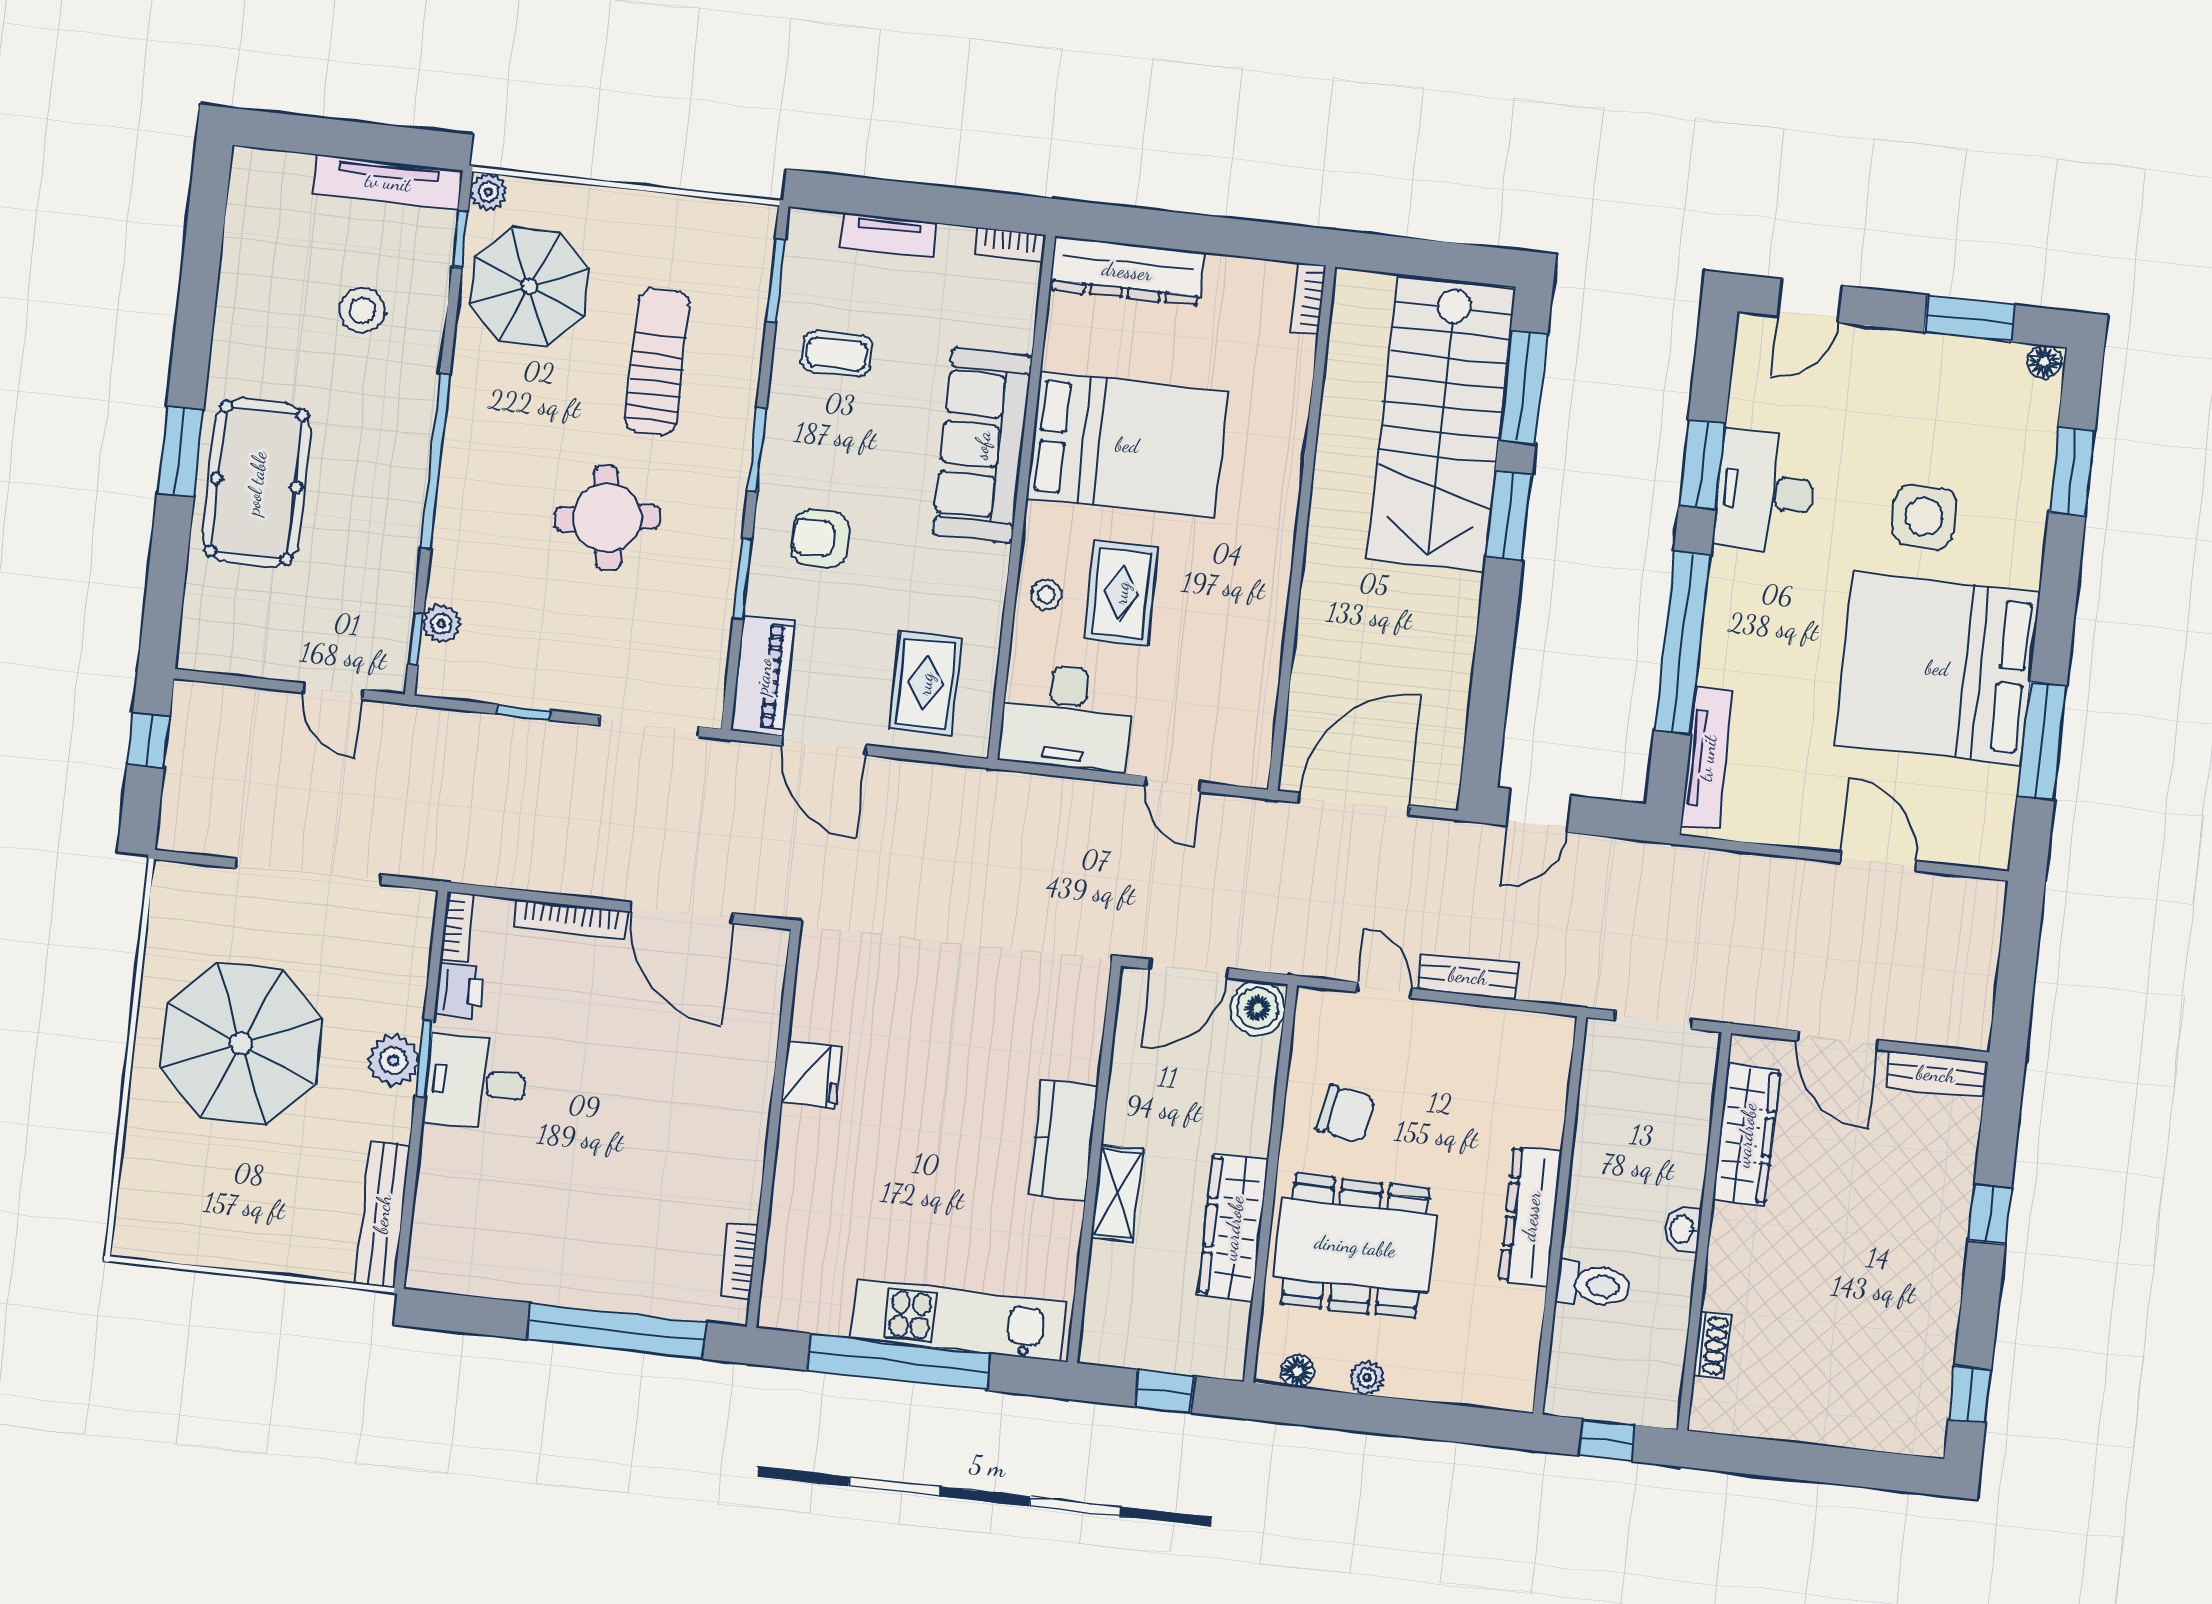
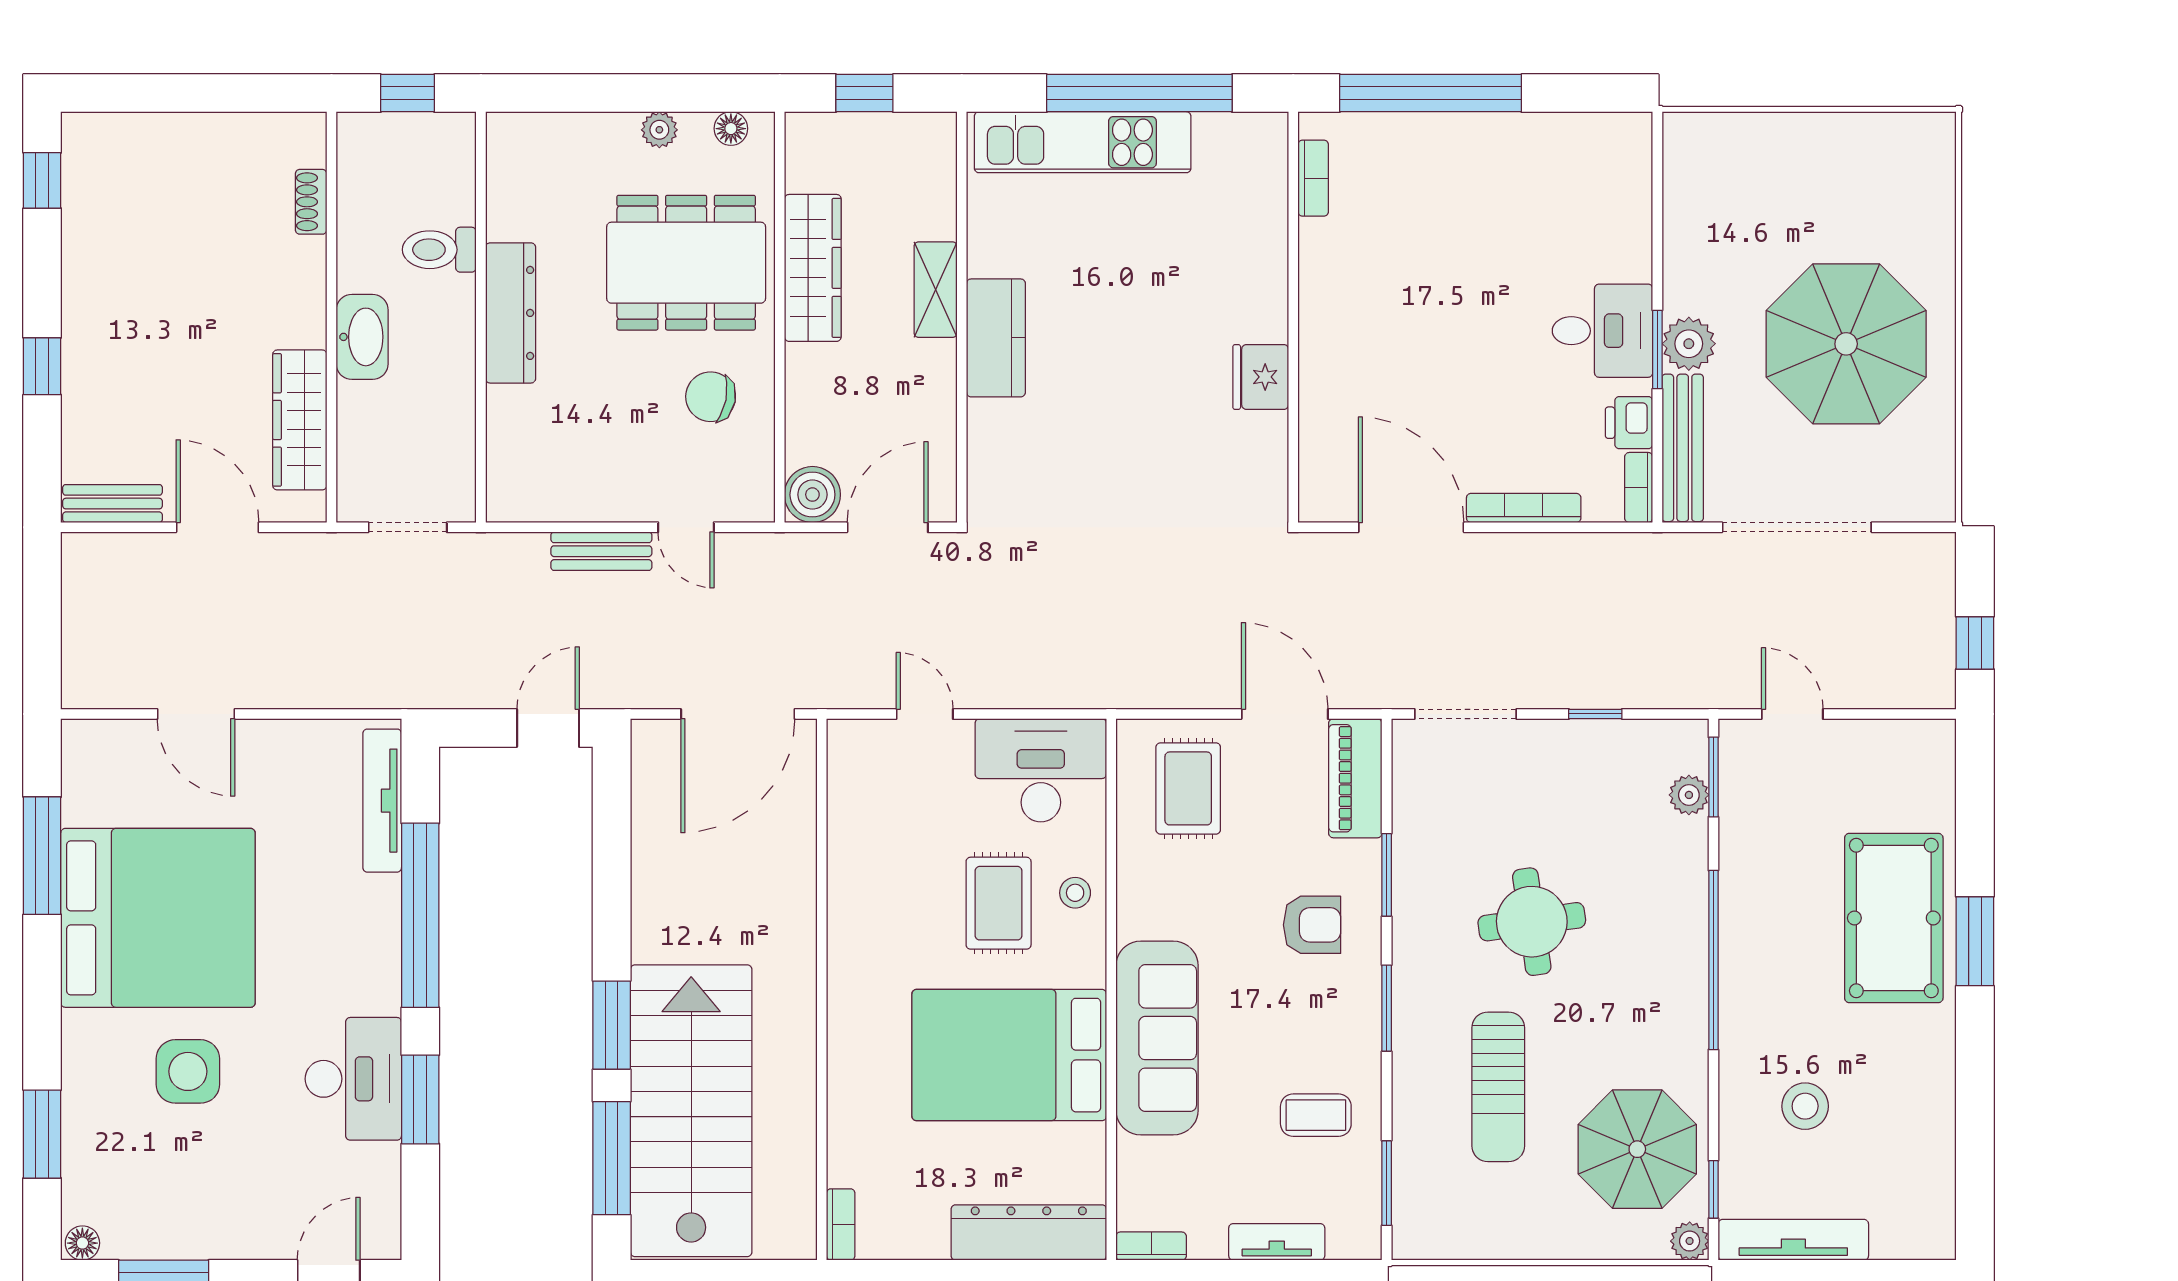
window: (416, 639) -> (1713, 777), width x1.50
bench: (382, 1214) -> (1683, 448), moved
washbasin: (1682, 1229) -> (362, 337), width x1.91, depth x1.45

